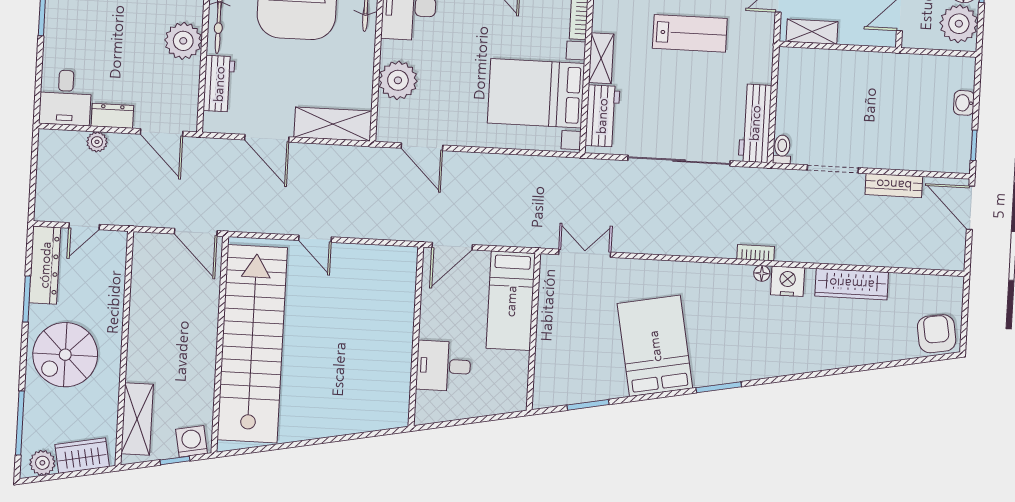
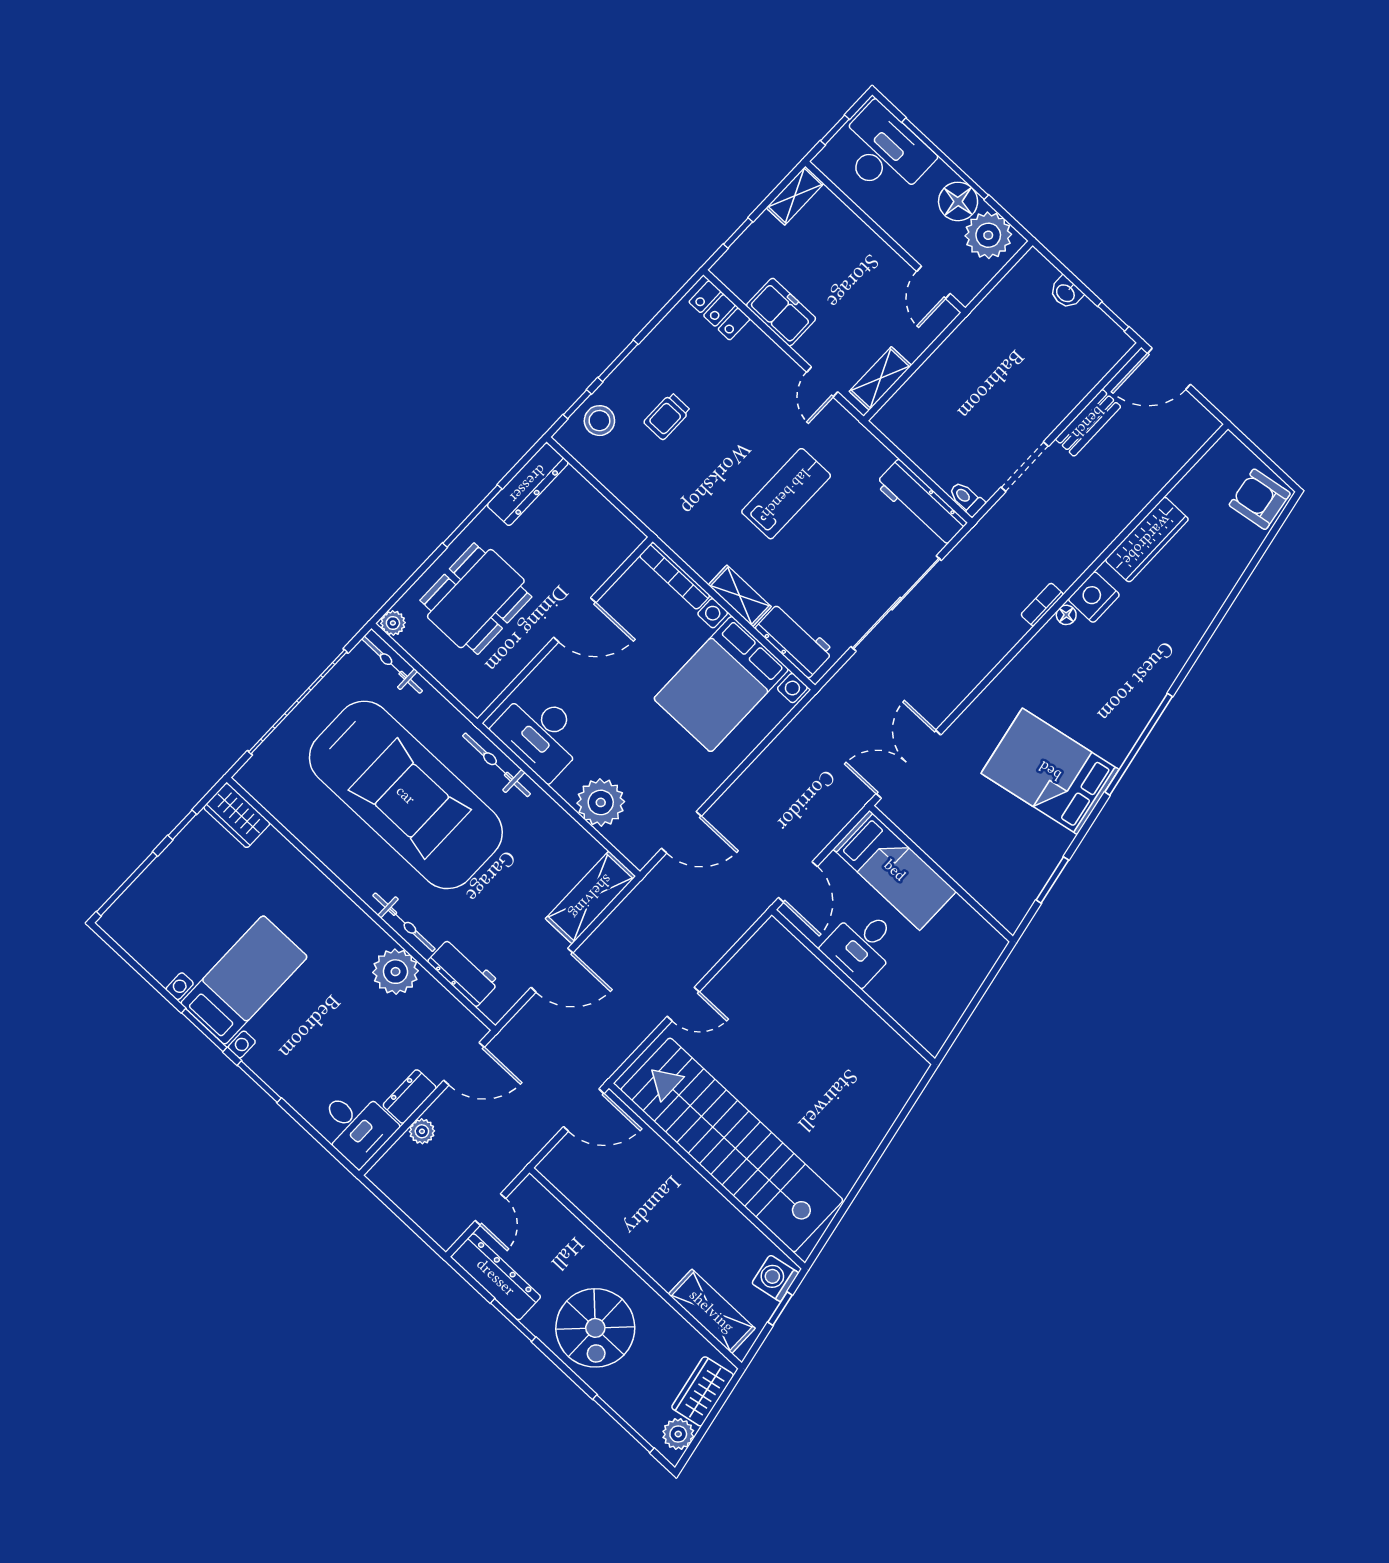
double door: (585, 253) -> (909, 764), width x1.37
desk: (443, 366) -> (862, 946), moved
window: (719, 387) -> (1139, 744), width x2.11

